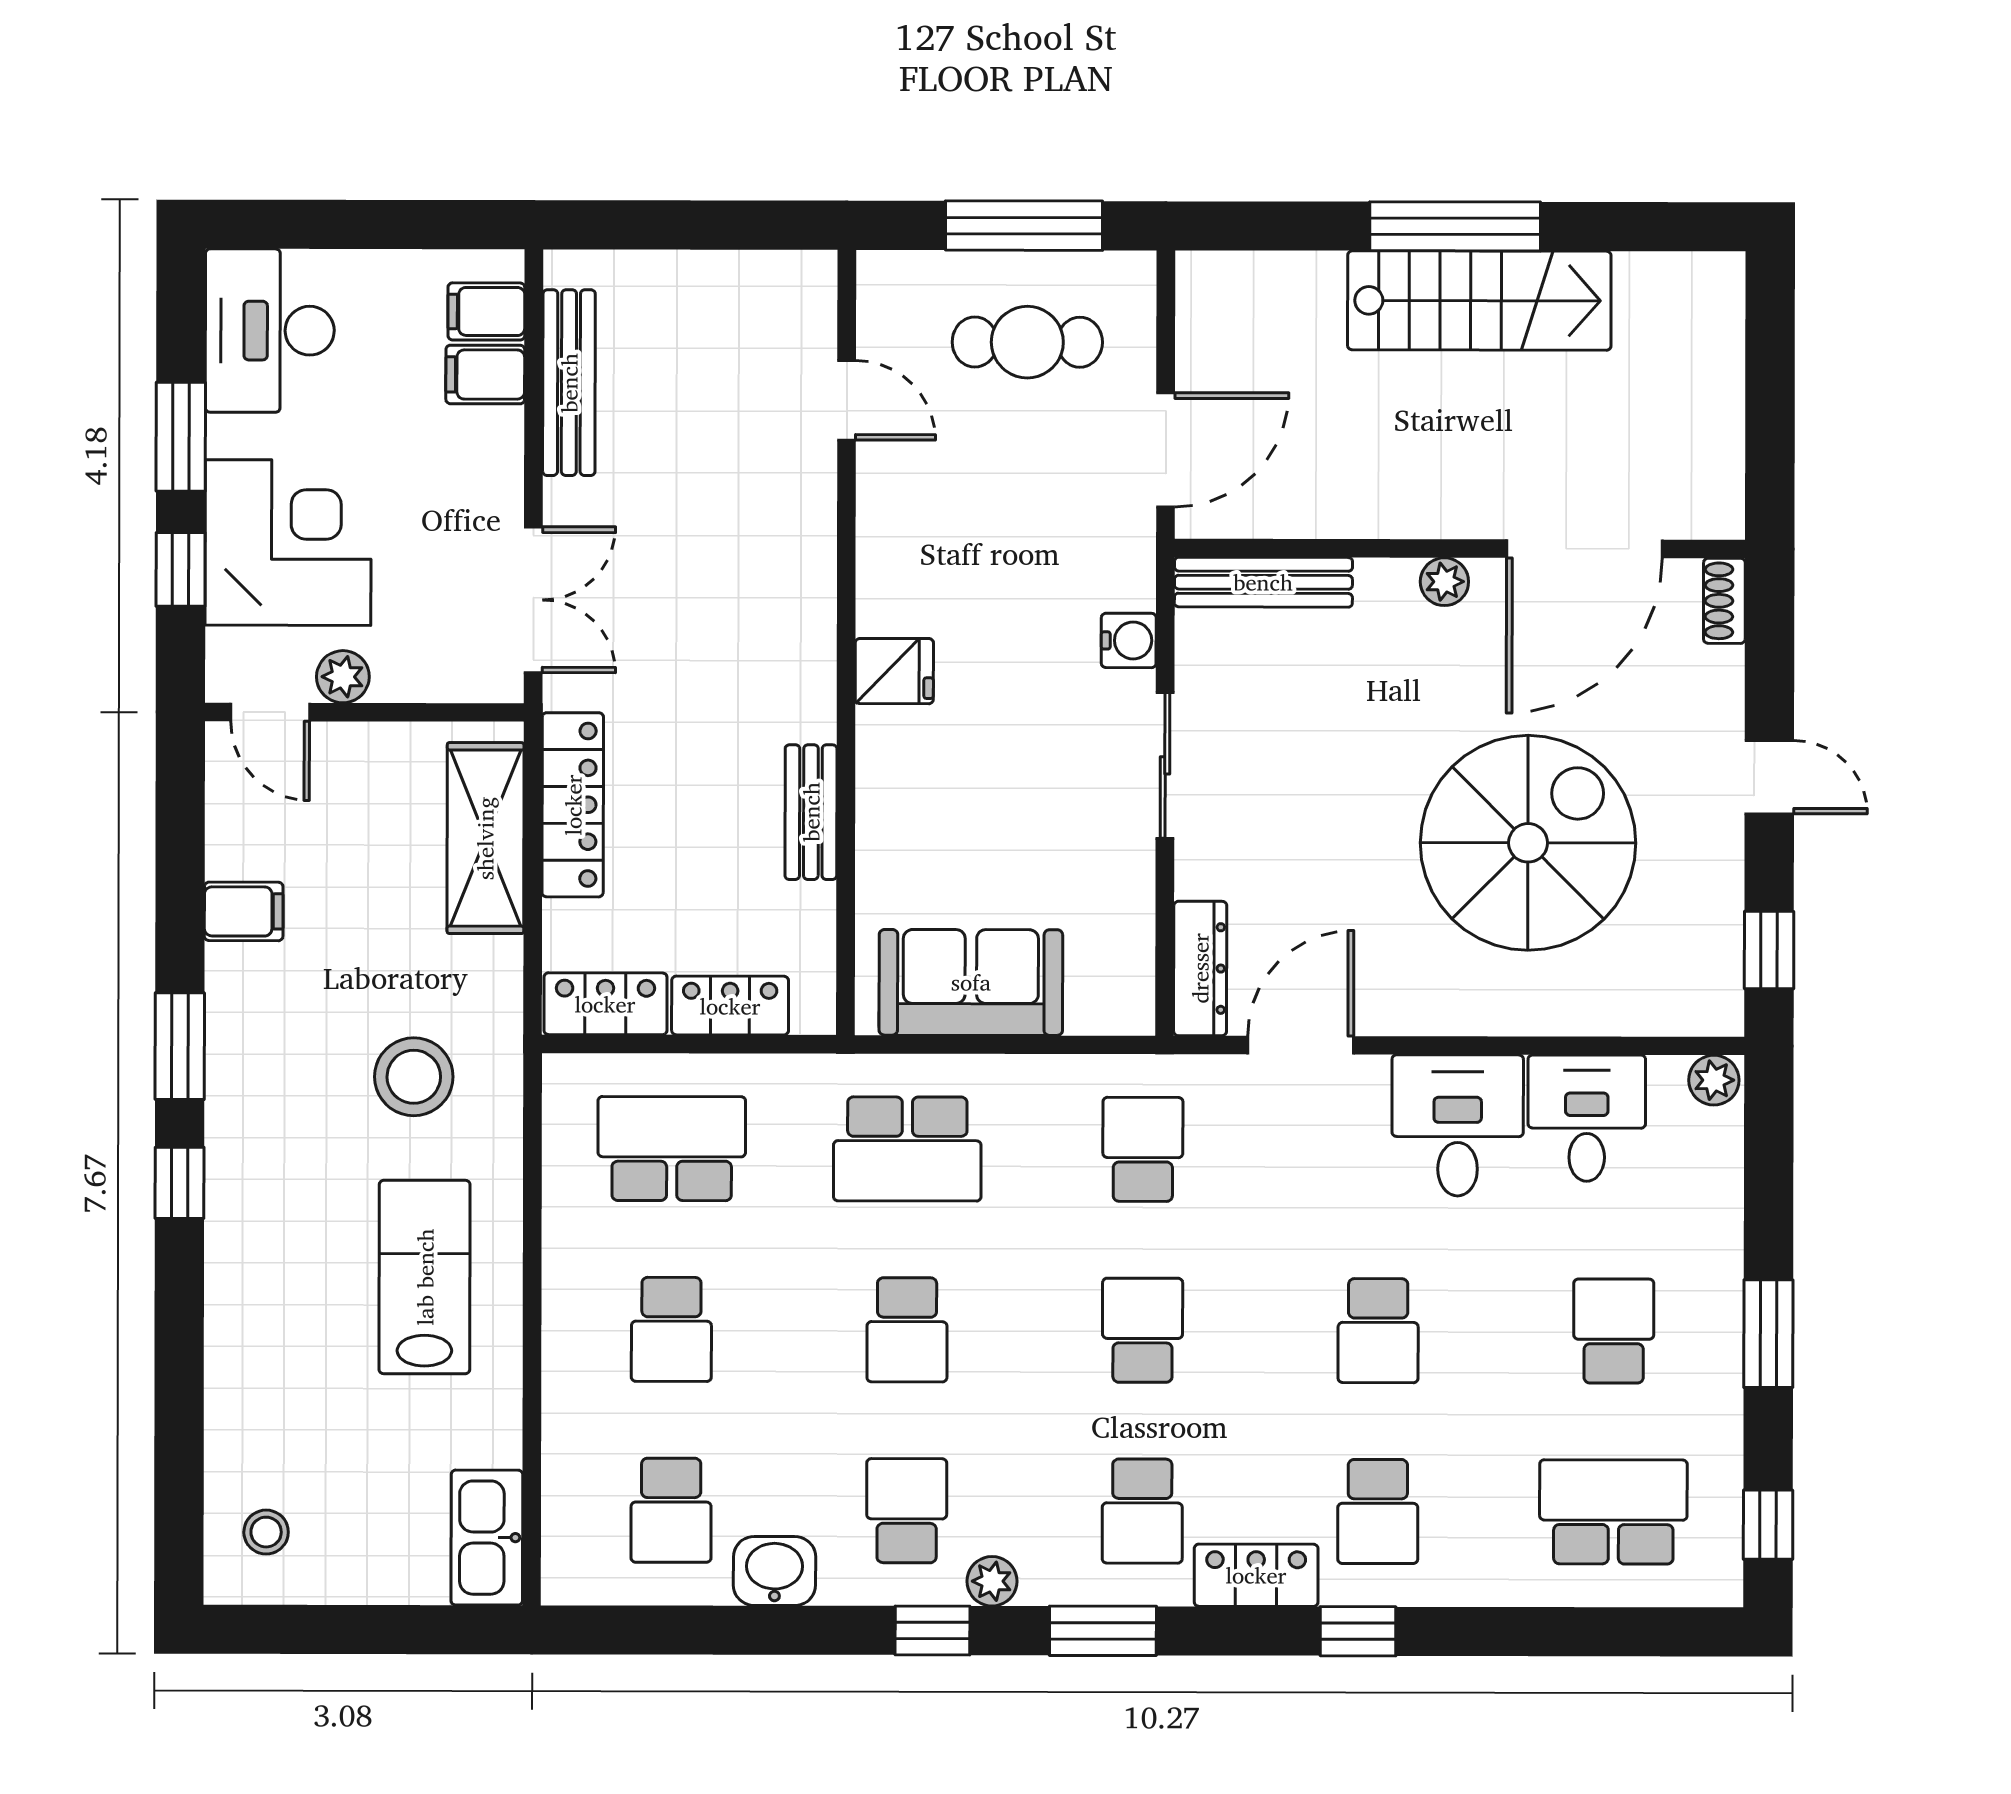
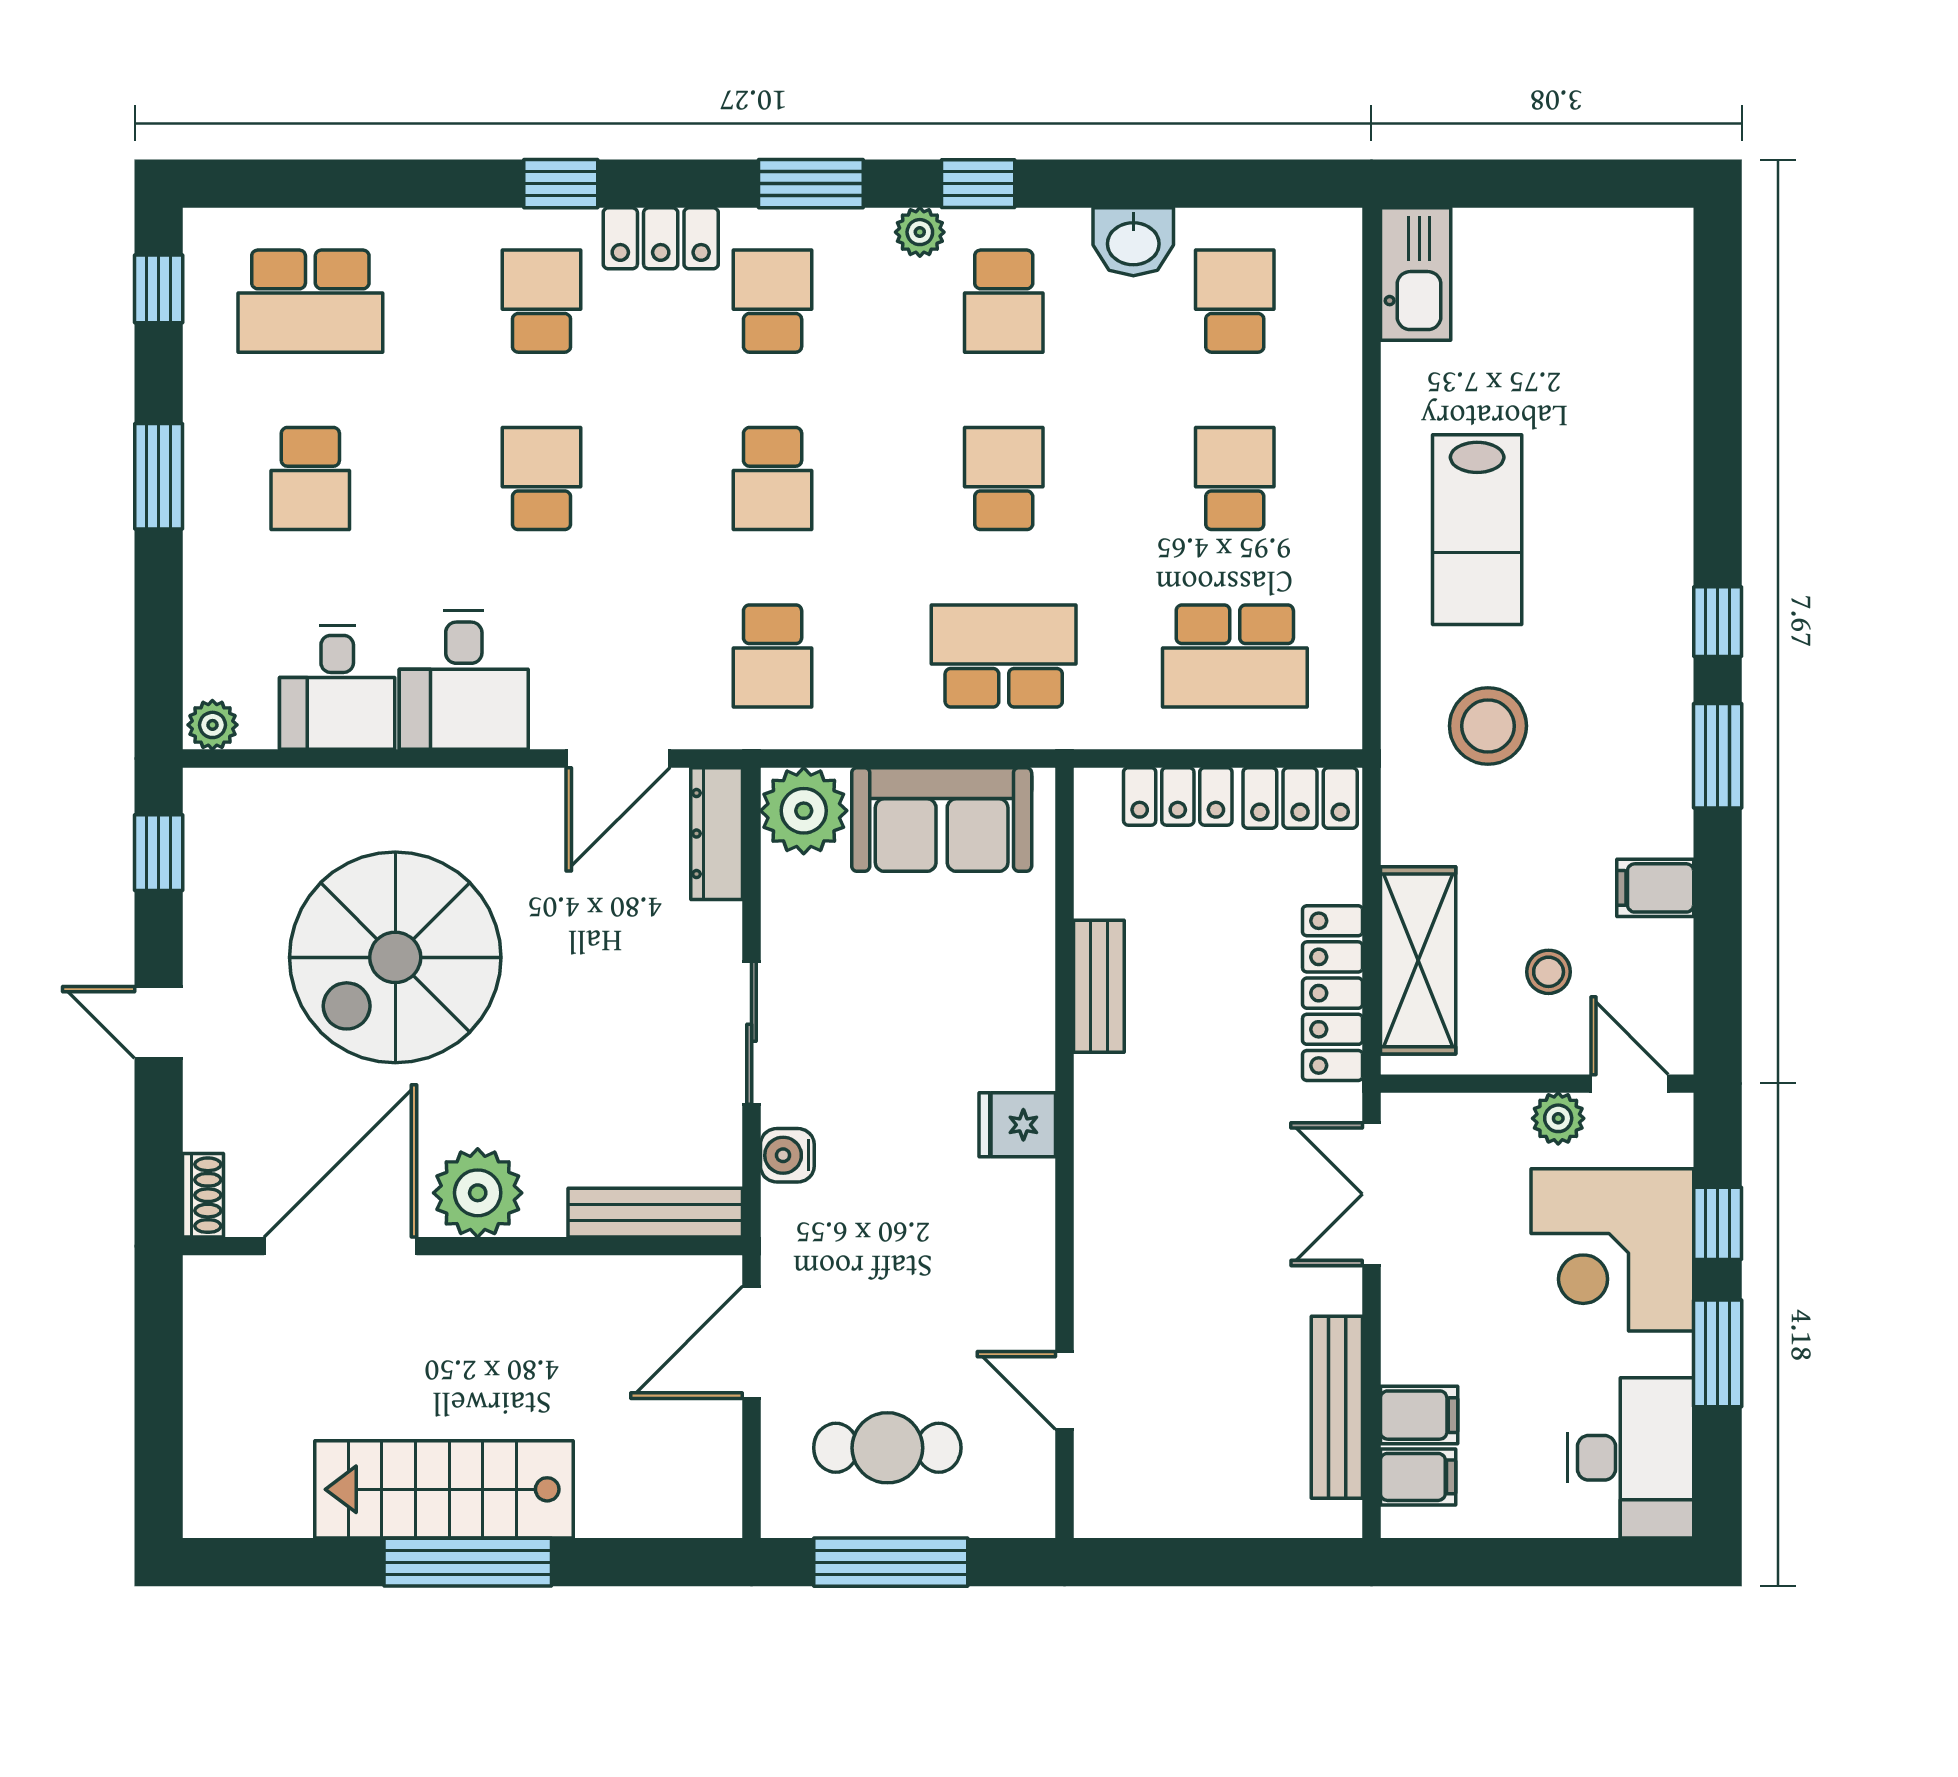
plant: (1444, 582) -> (478, 1193), width x1.88, depth x1.88
plant: (1111, 992) -> (804, 811), added
stool: (266, 1532) -> (1549, 972), moved

